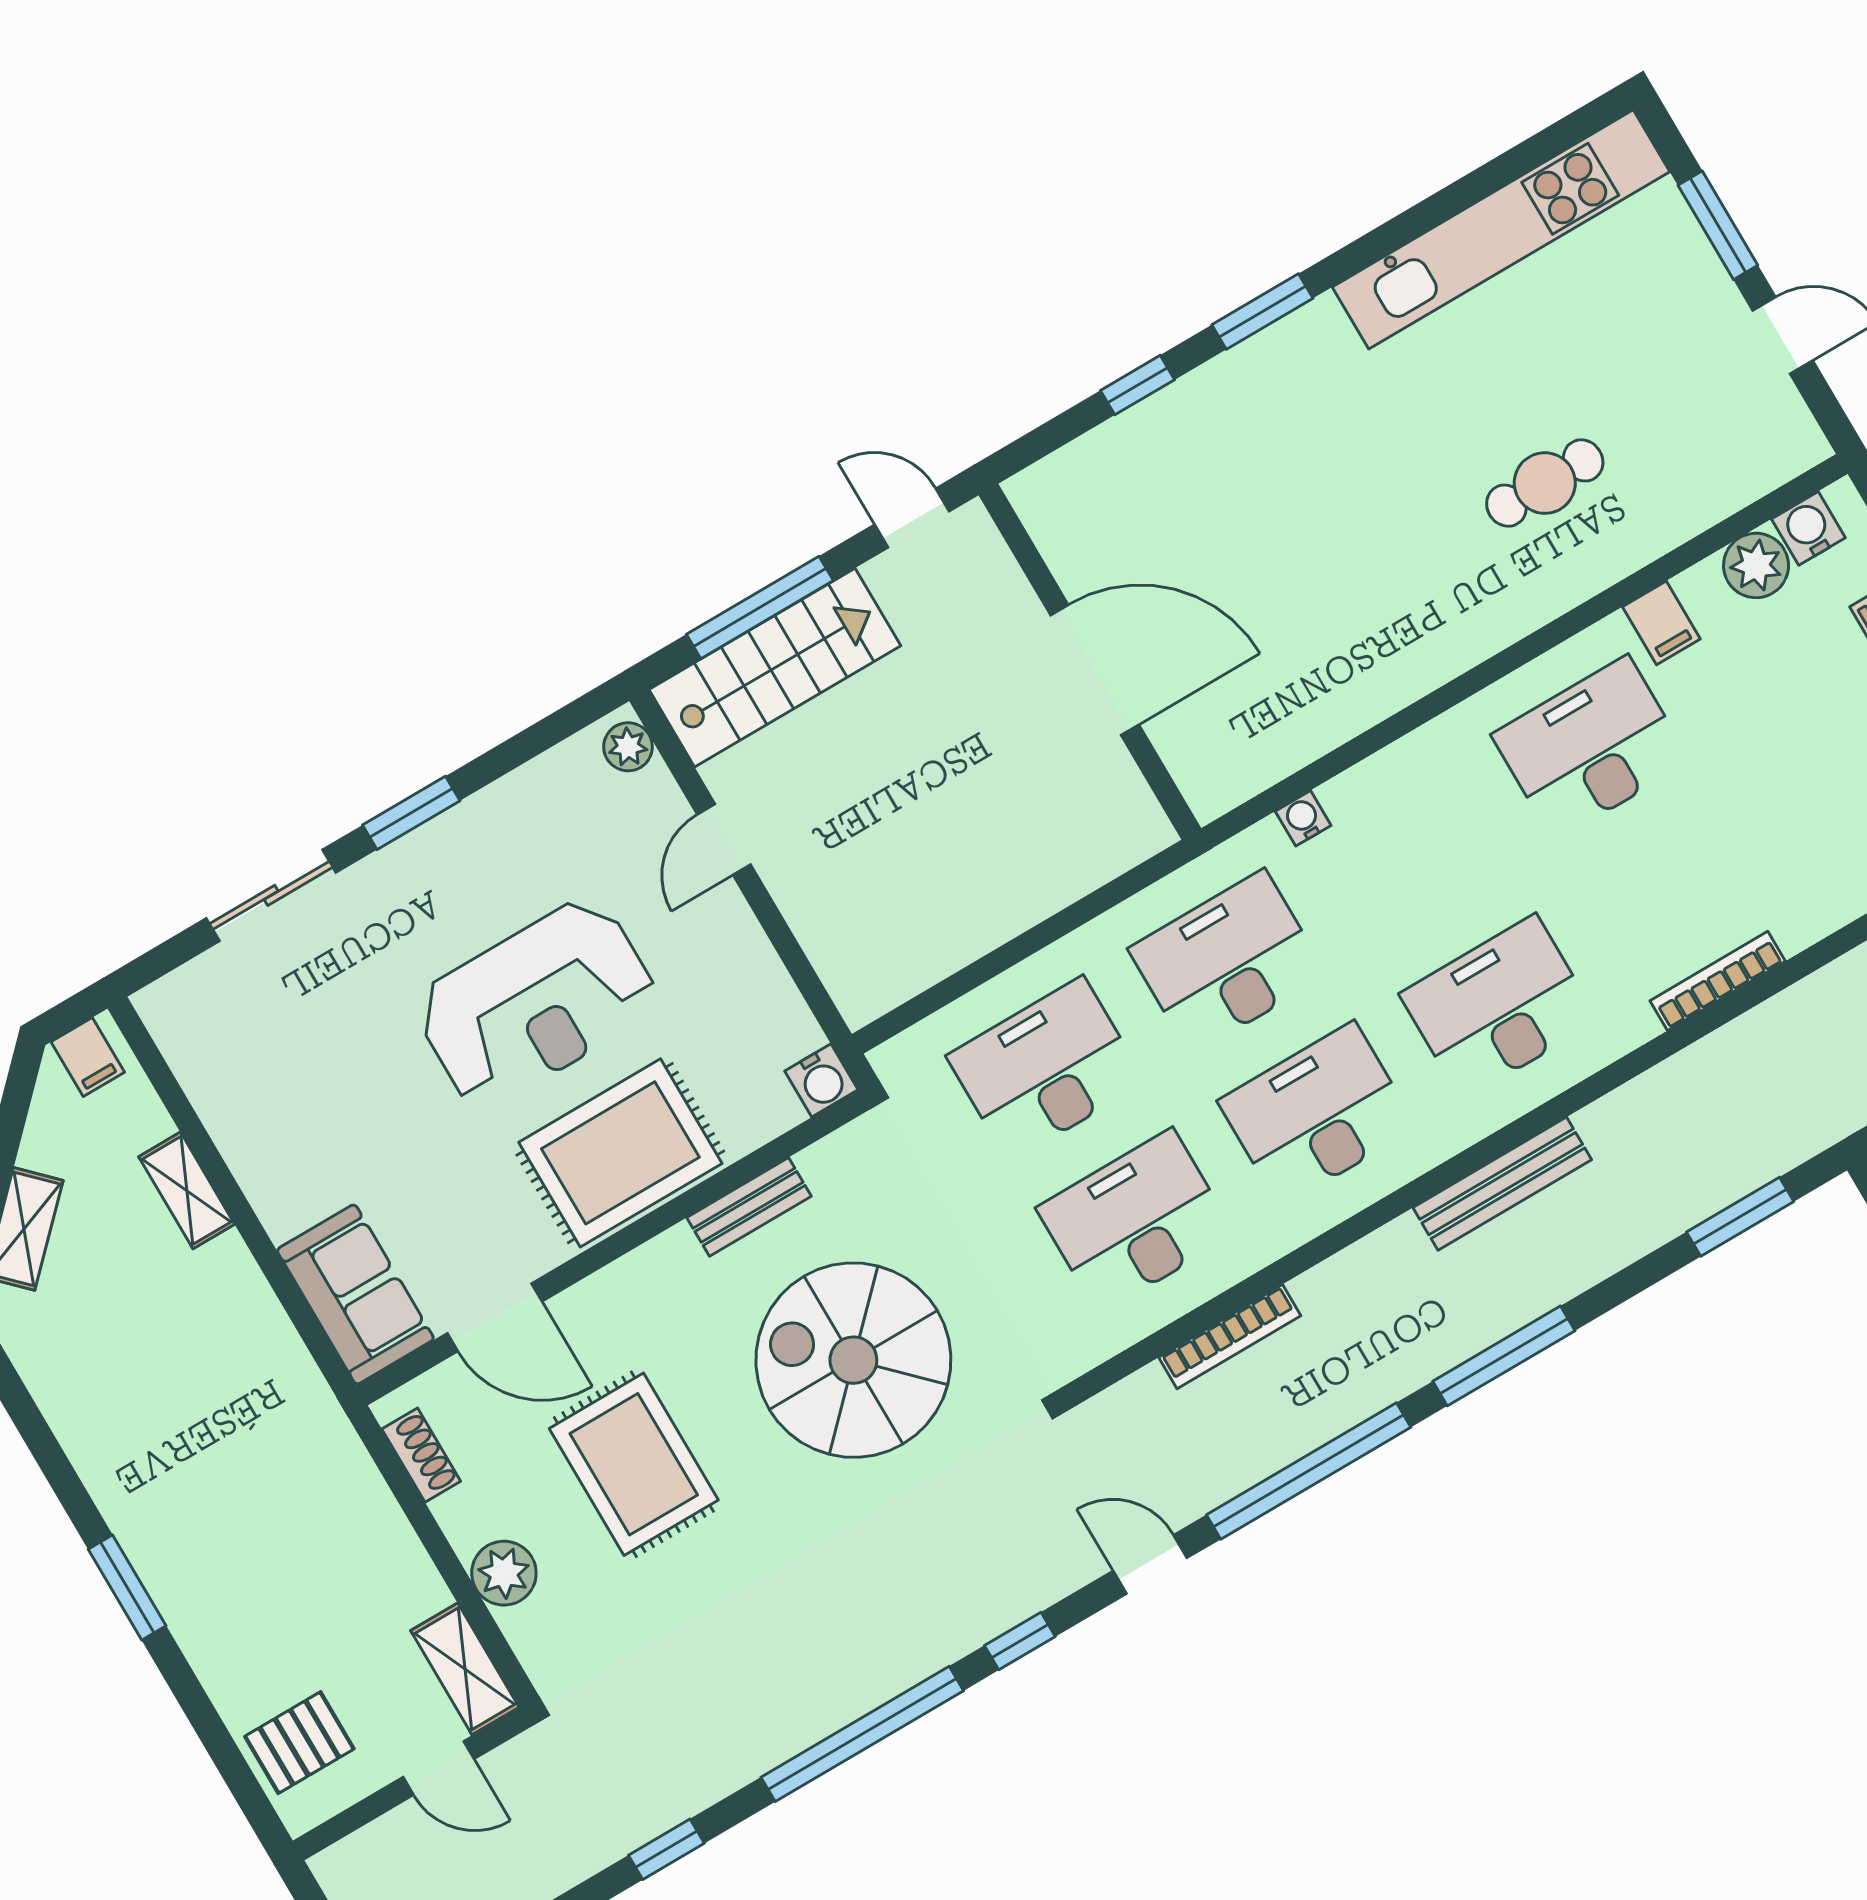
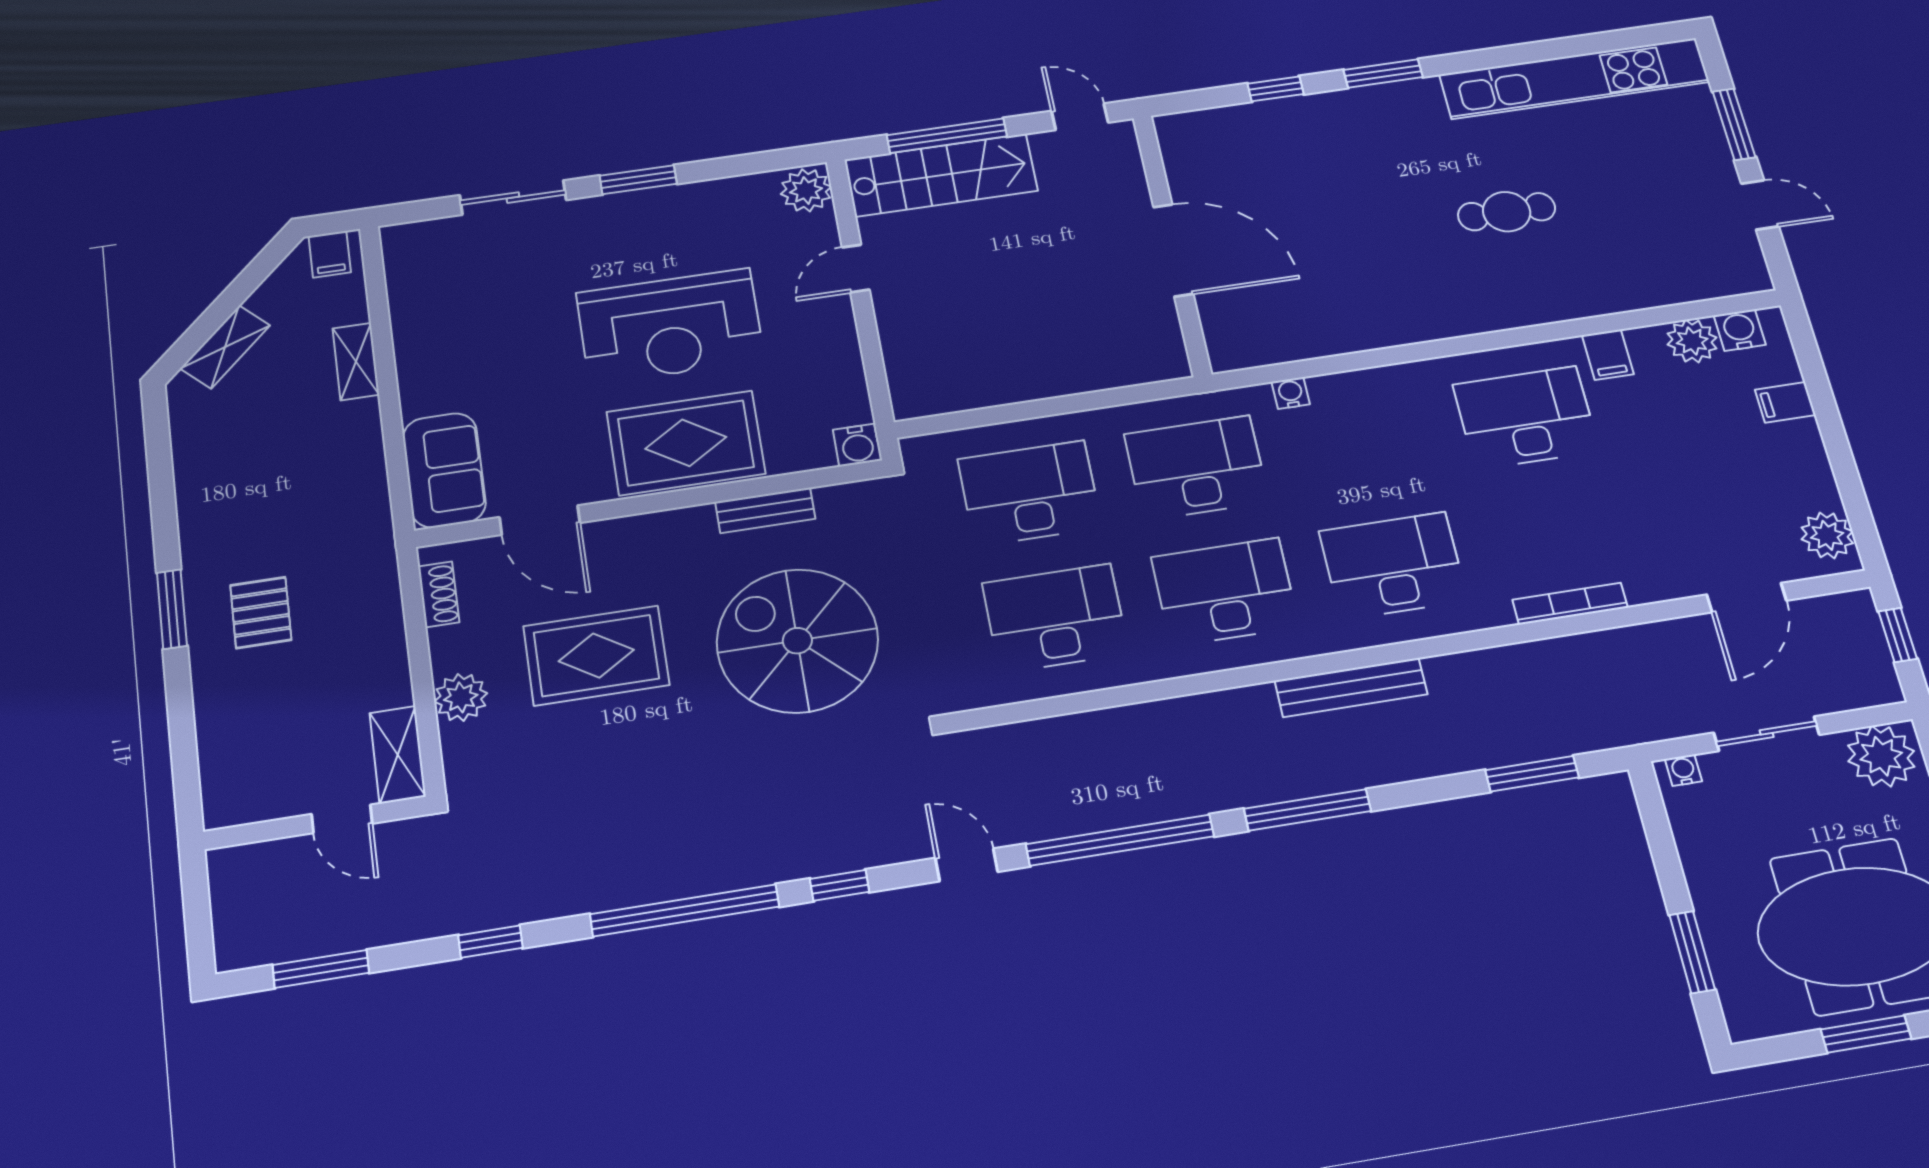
cafe table: (1545, 483) -> (1507, 212), moved
plant: (628, 747) -> (806, 190), width x1.38, depth x1.38
bookcase: (1230, 1337) -> (1096, 723), removed
rug: (634, 1464) -> (596, 656), turned 90
pallet: (299, 1743) -> (261, 613), moved, turned 90

